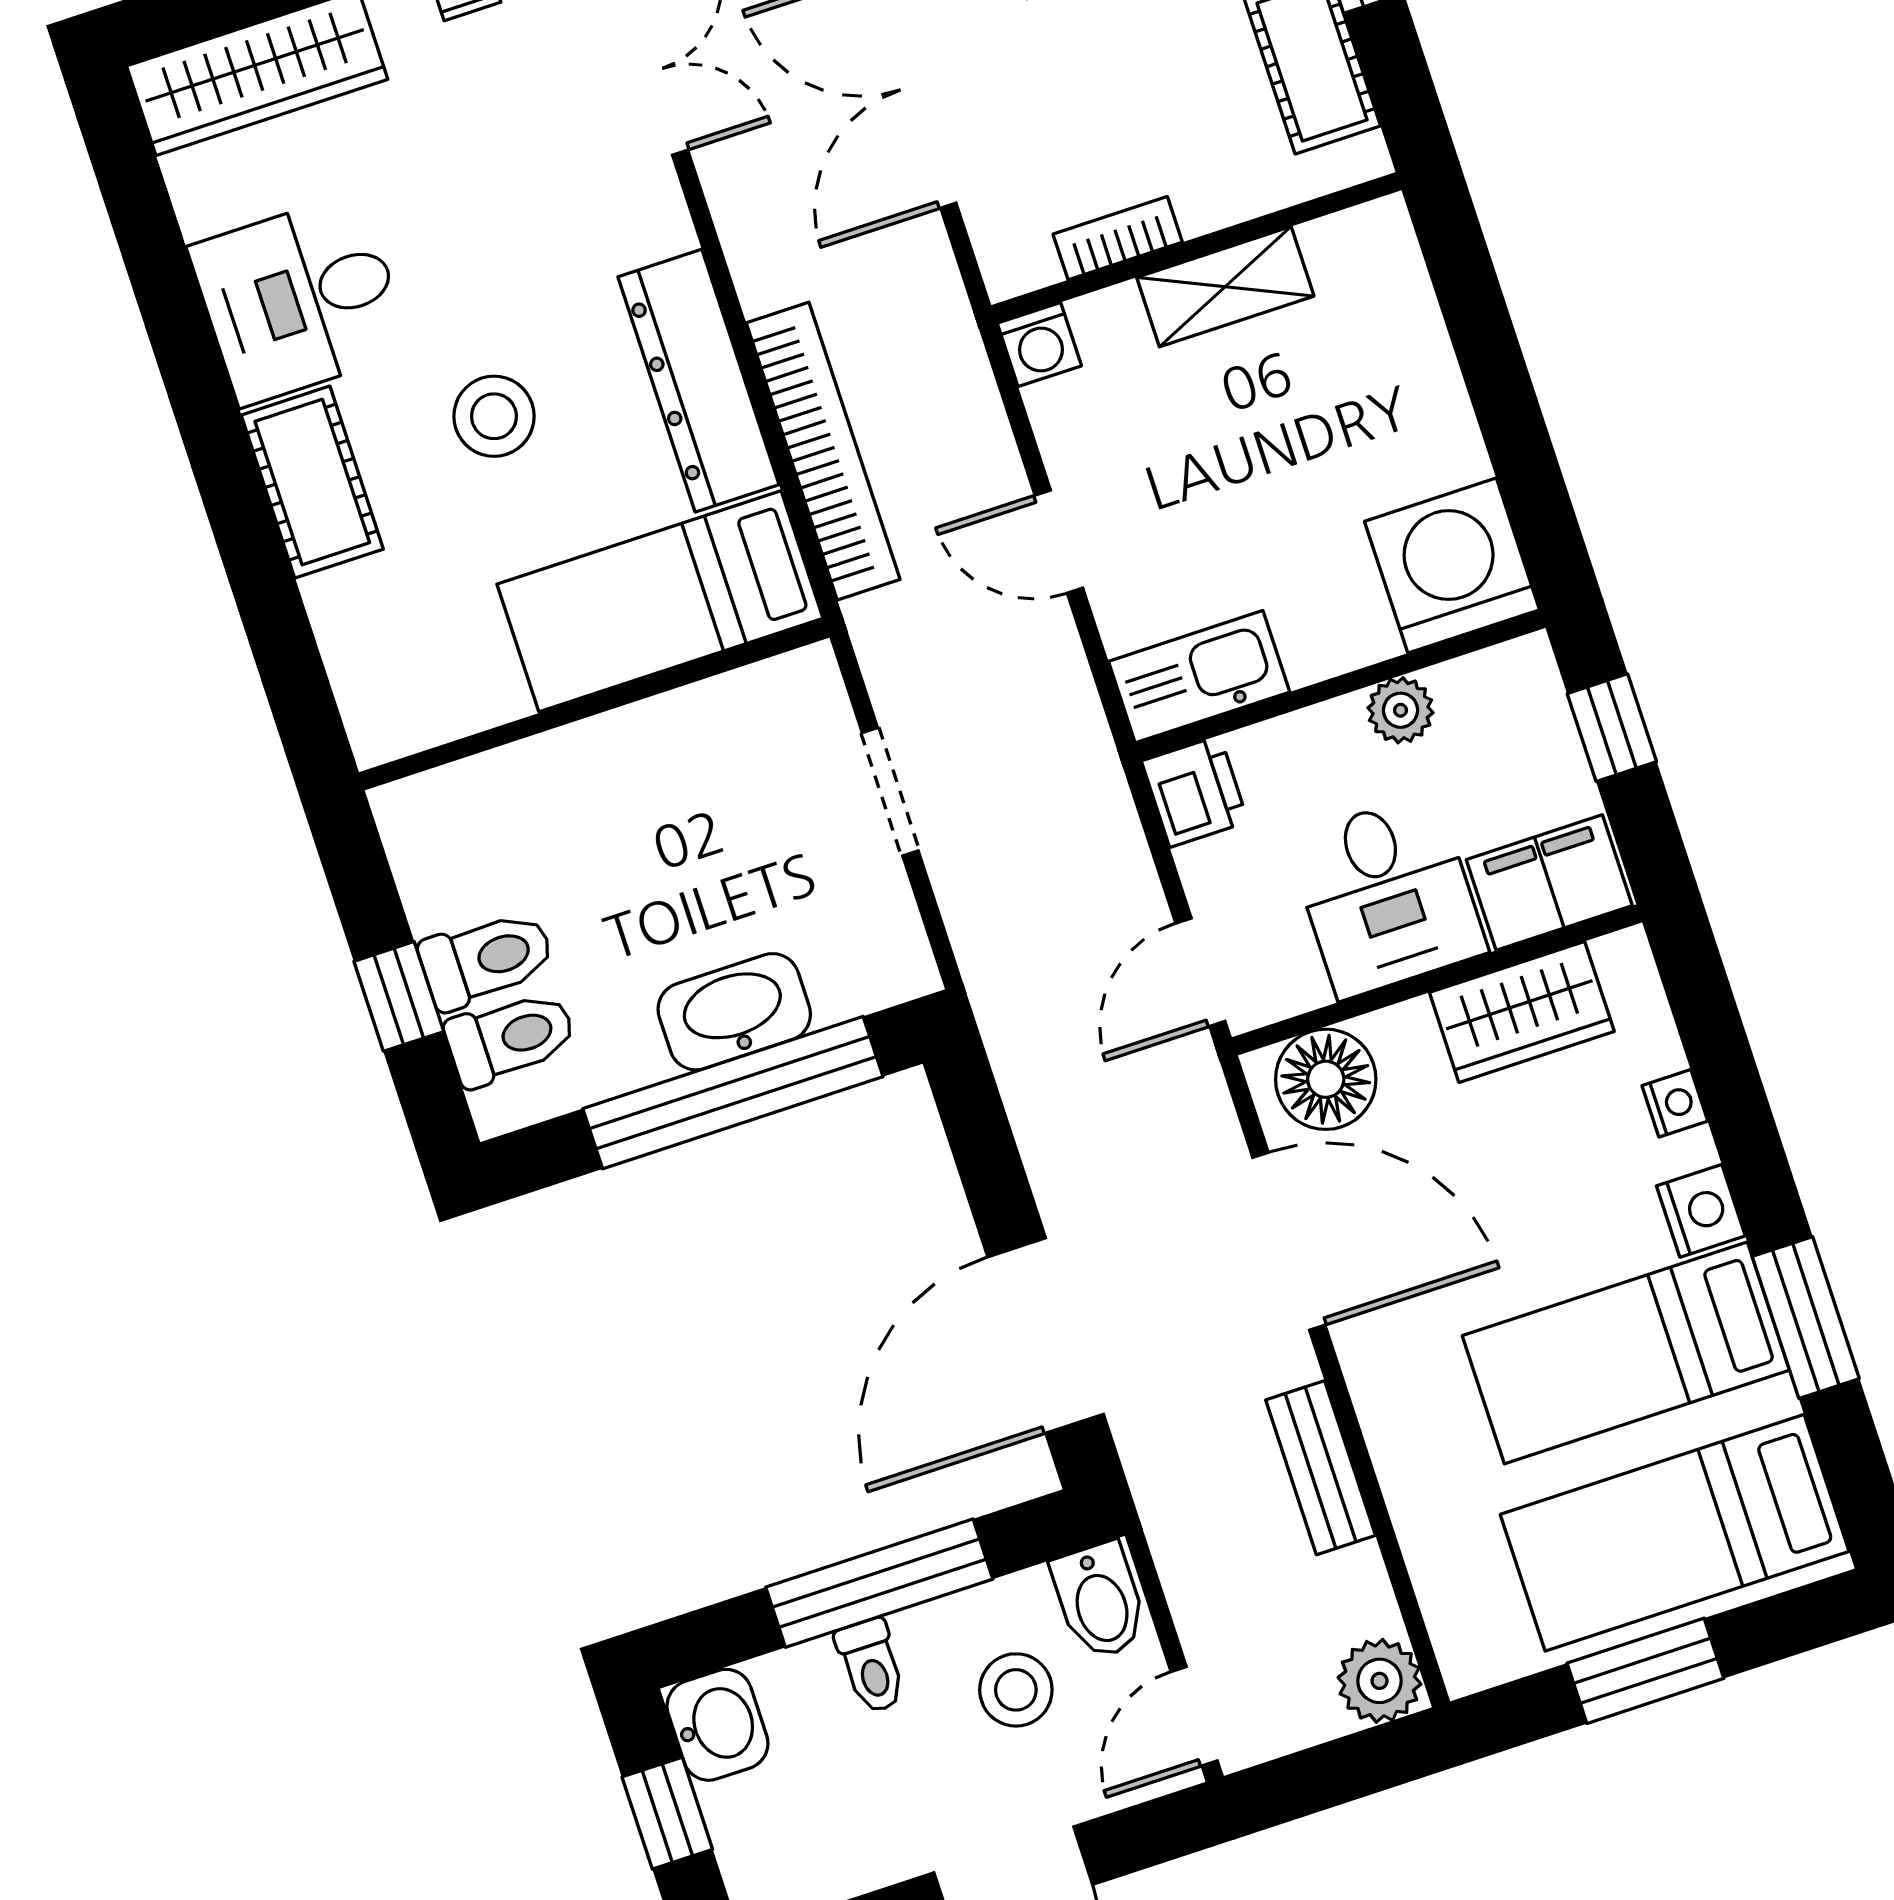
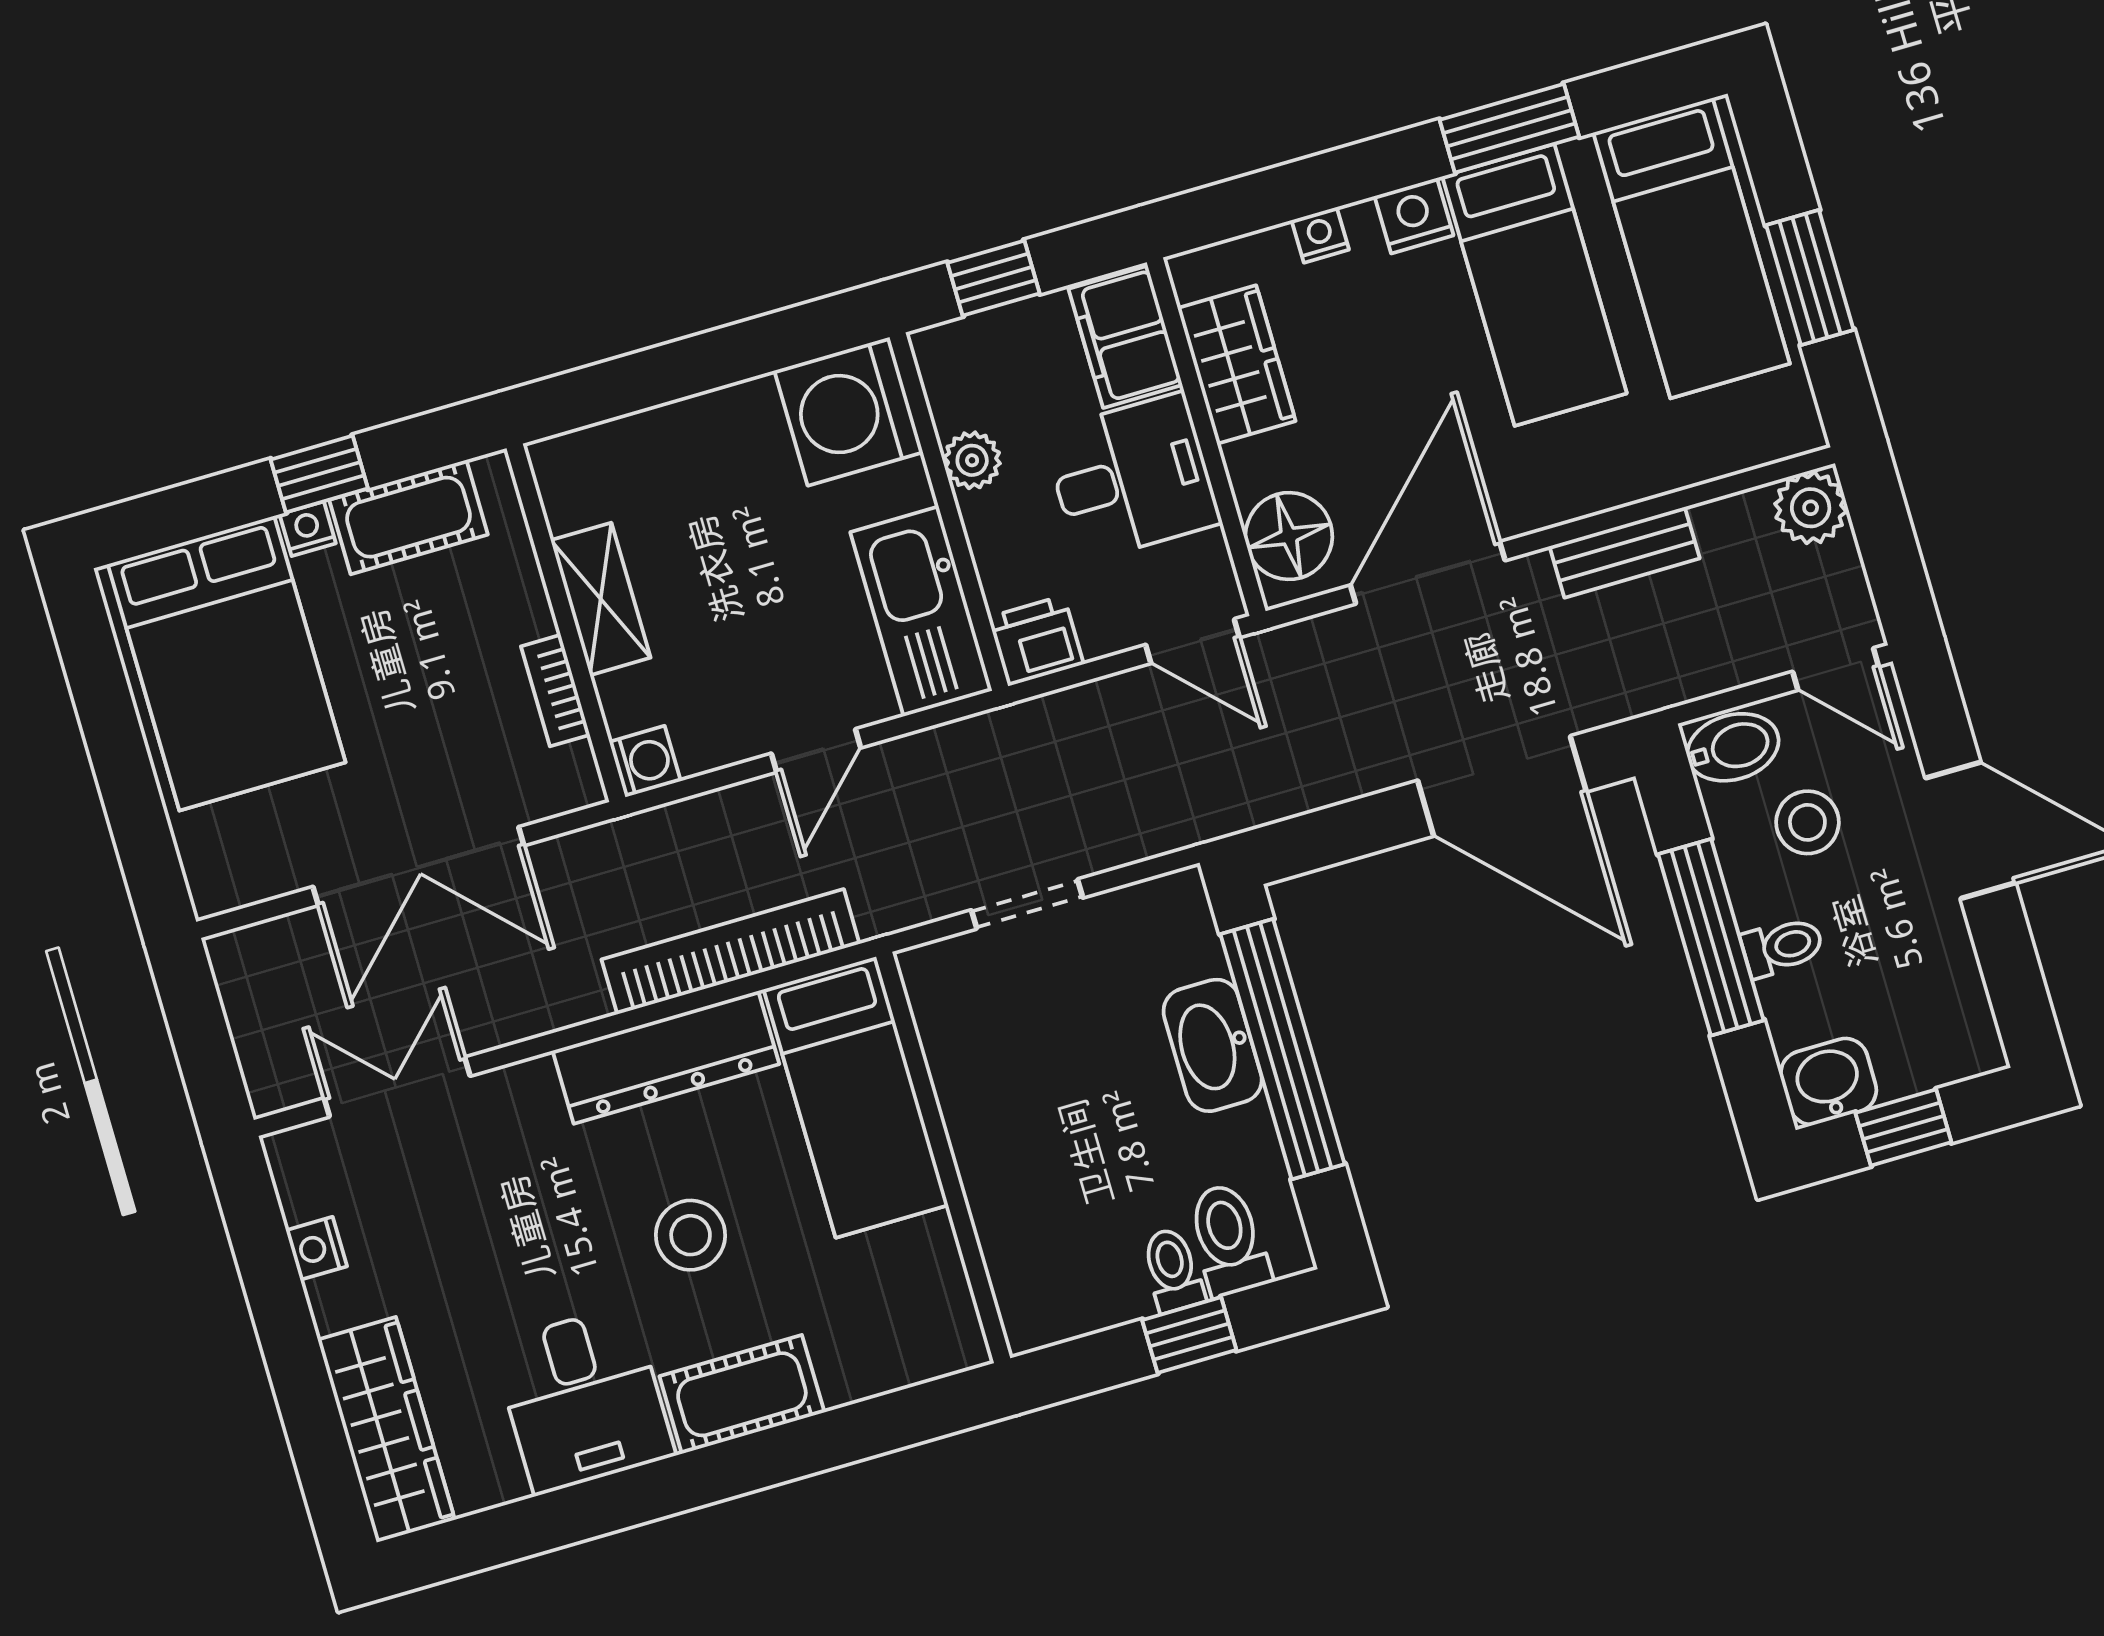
kitchen sink: (1199, 677) -> (921, 611), width x1.36, depth x1.24
toilet: (487, 959) -> (1173, 1270), width x0.73, depth x0.72

